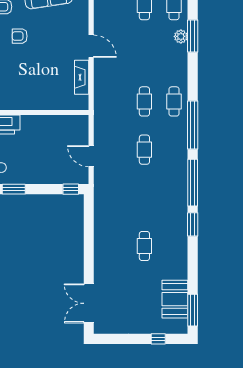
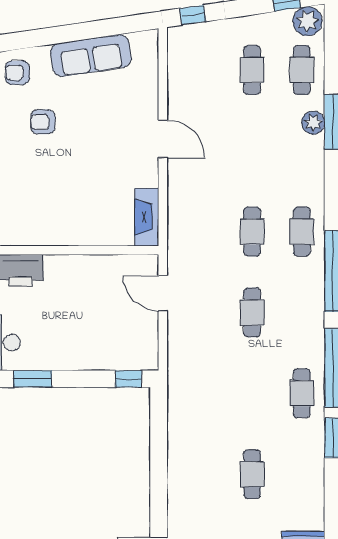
fireplace: (82, 77) -> (147, 217), moved
door: (91, 156) -> (163, 293), moved
cafe table: (174, 198) -> (302, 393), added

